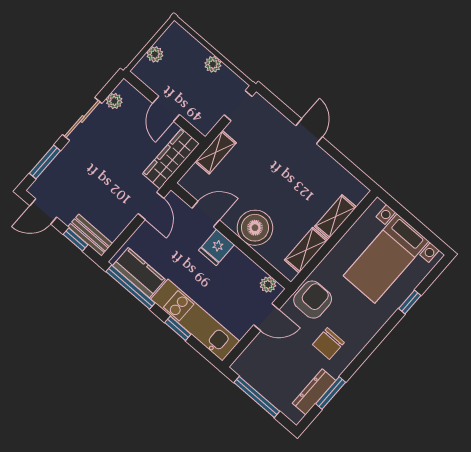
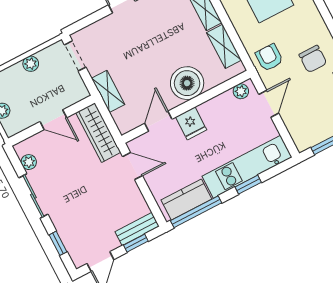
window: (45, 162) -> (58, 243), width x0.67
armchair: (313, 300) -> (269, 58), width x0.72, depth x0.72

